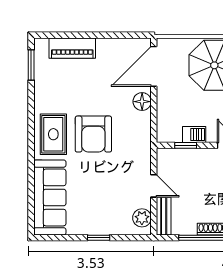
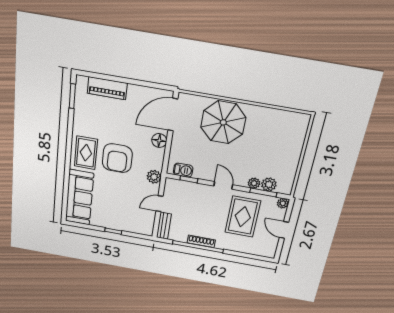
barbecue: (194, 134) -> (183, 170), moved
door: (154, 186) -> (159, 204), swing flipped
plant: (142, 218) -> (154, 177), moved

